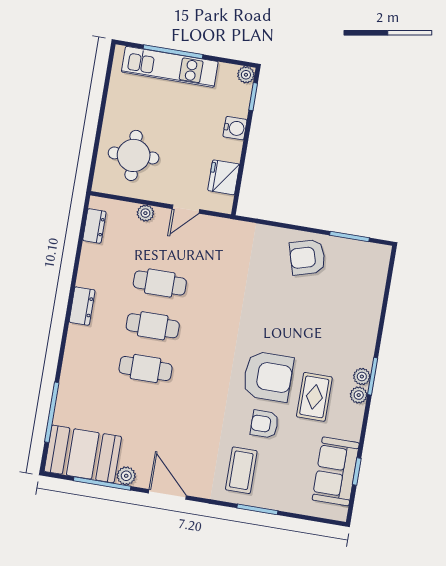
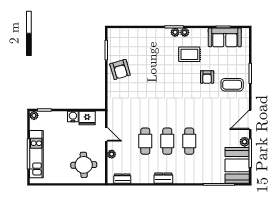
water cooler: (235, 128) -> (73, 116), moved
armchair: (268, 376) -> (183, 79), removed

